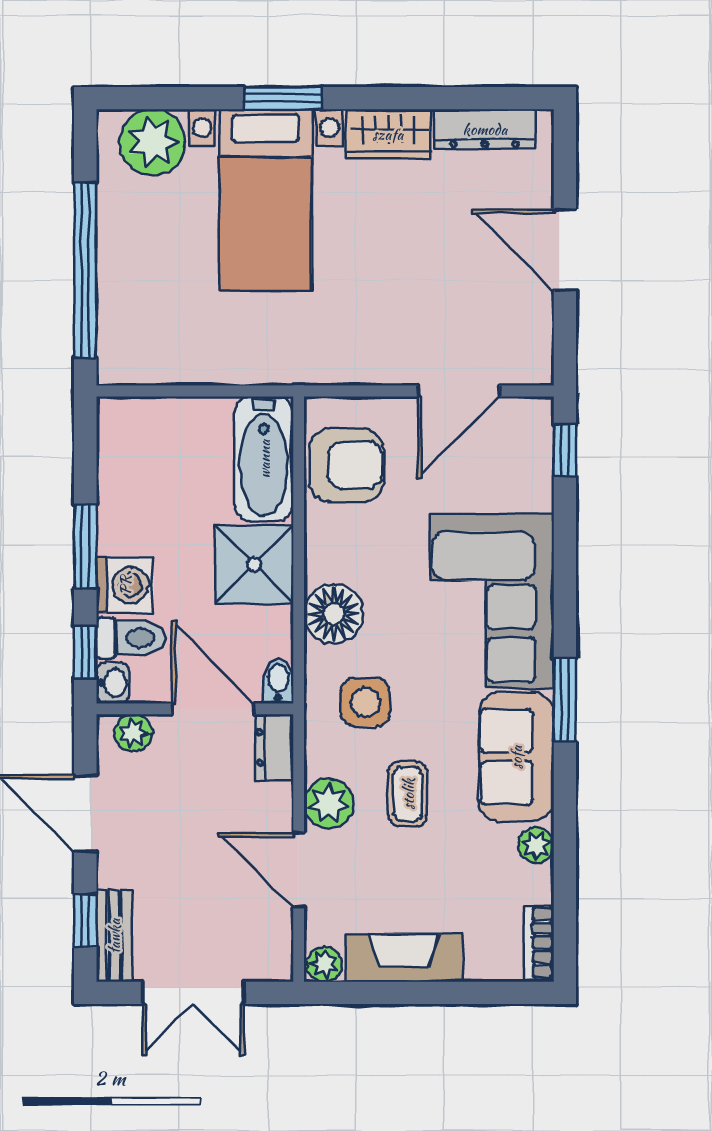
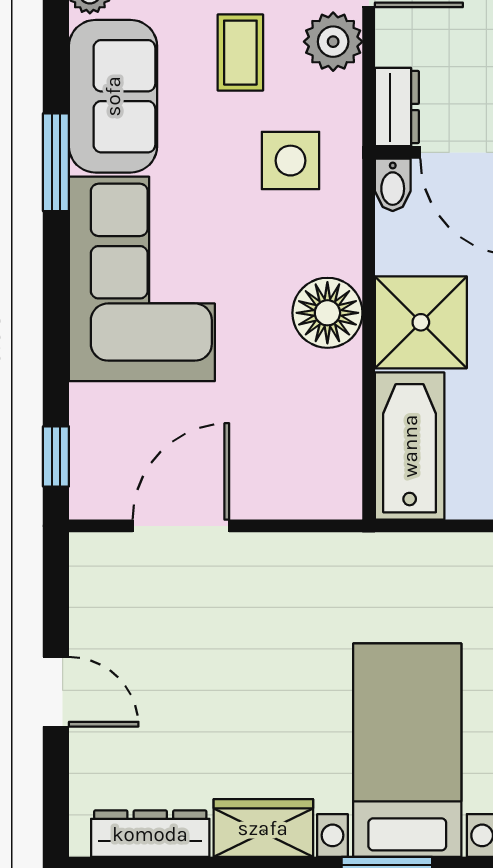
door: (565, 250) -> (56, 692), width x0.73
armchair: (346, 465) -> (313, 439), removed
floor lamp: (334, 614) -> (327, 313), moved

